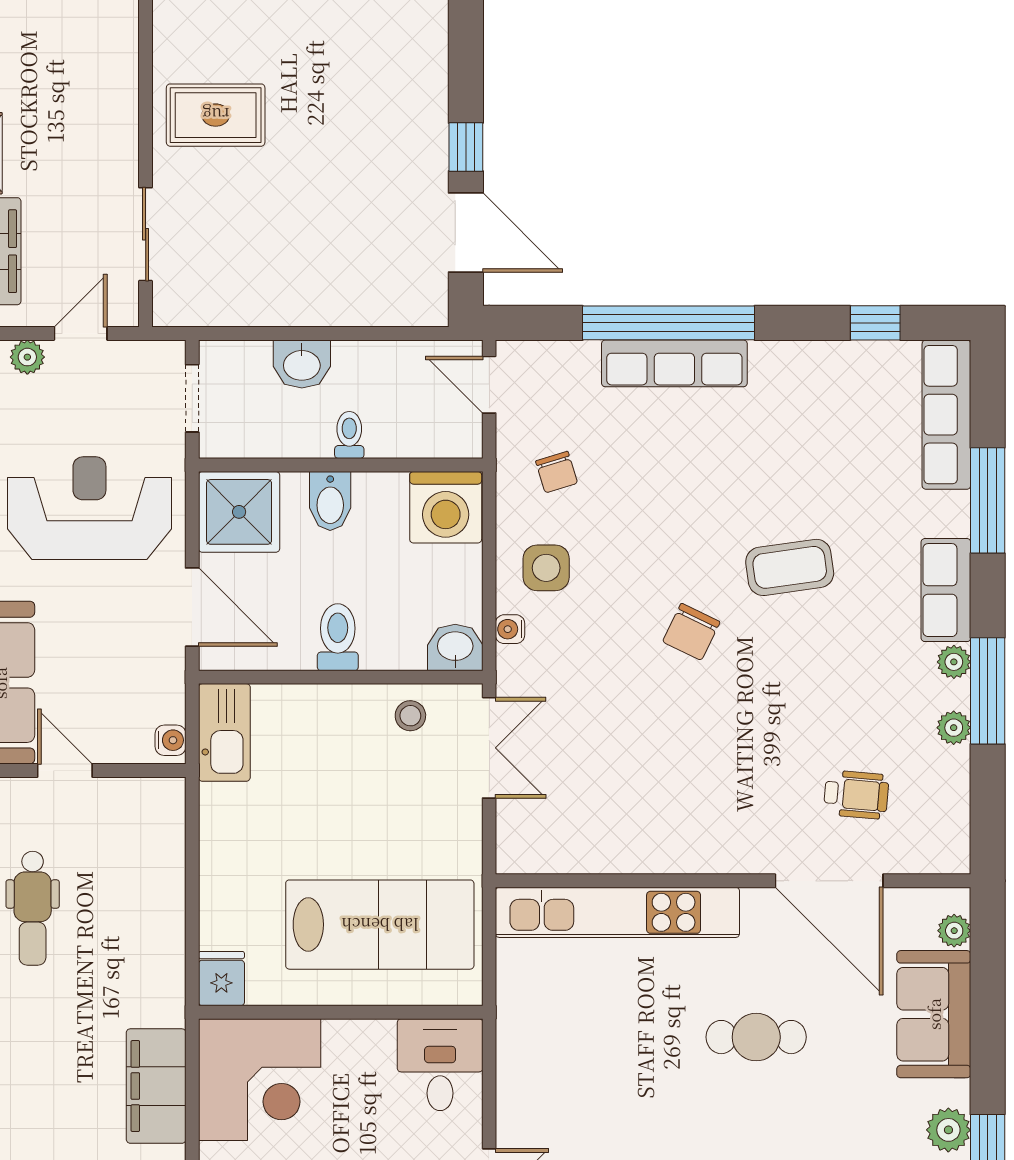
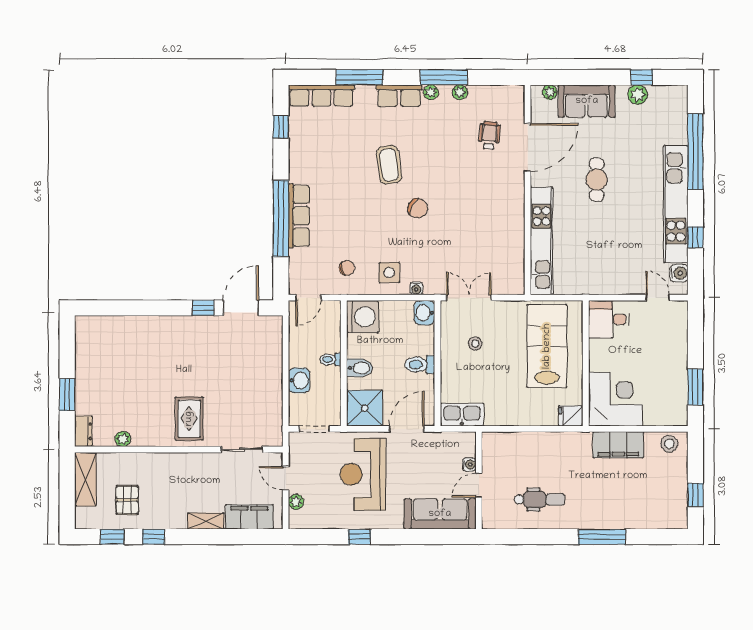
stool: (410, 716) -> (475, 344), moved
water cooler: (170, 740) -> (469, 465), moved, turned 90

